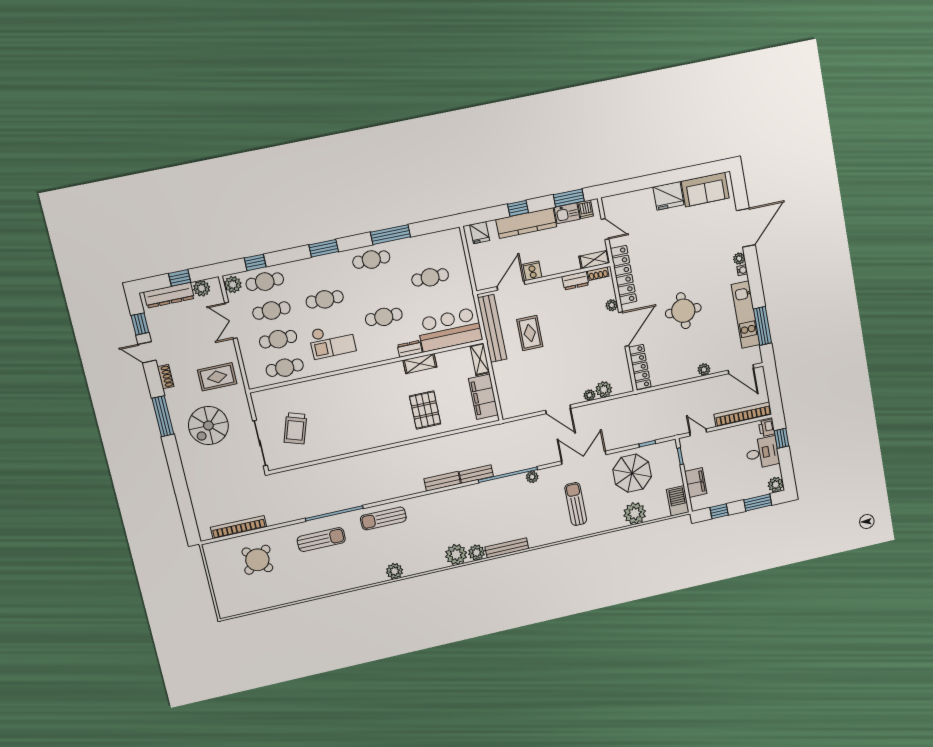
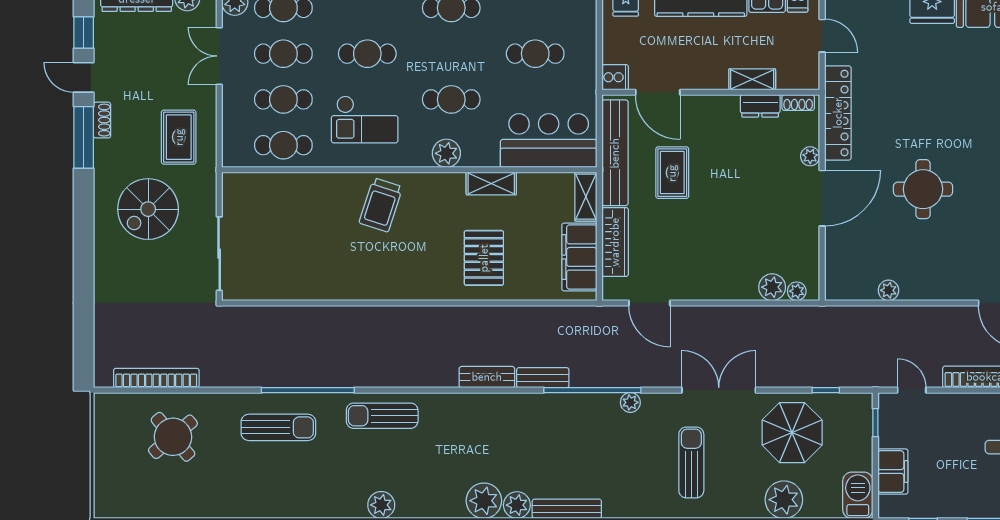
shelving: (594, 260) -> (752, 79), moved
cooker: (532, 271) -> (615, 77), moved, turned 90
door: (511, 285) -> (658, 92), swing flipped
dresser: (410, 349) -> (480, 157), removed
plant: (388, 351) -> (446, 153), added
locker: (640, 367) -> (837, 264), removed
plant: (704, 369) -> (888, 290), moved
rug: (217, 377) -> (179, 137), turned 90
wardrobe: (503, 383) -> (615, 242), added
plant: (590, 395) -> (797, 291), moved
door: (558, 409) -> (649, 303), moved
window: (163, 416) -> (84, 137), moved
trolley: (295, 428) -> (381, 205), moved

